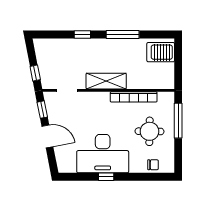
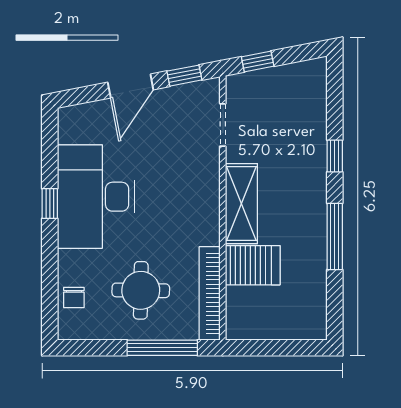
server rack: (161, 52) -> (253, 265), moved, turned 90
bookcase: (134, 97) -> (210, 293), moved

